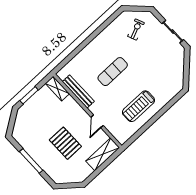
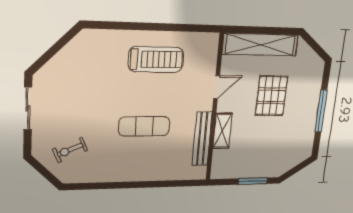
shelving: (57, 89) -> (222, 131), moved
shelving: (103, 154) -> (260, 45), width x1.47

